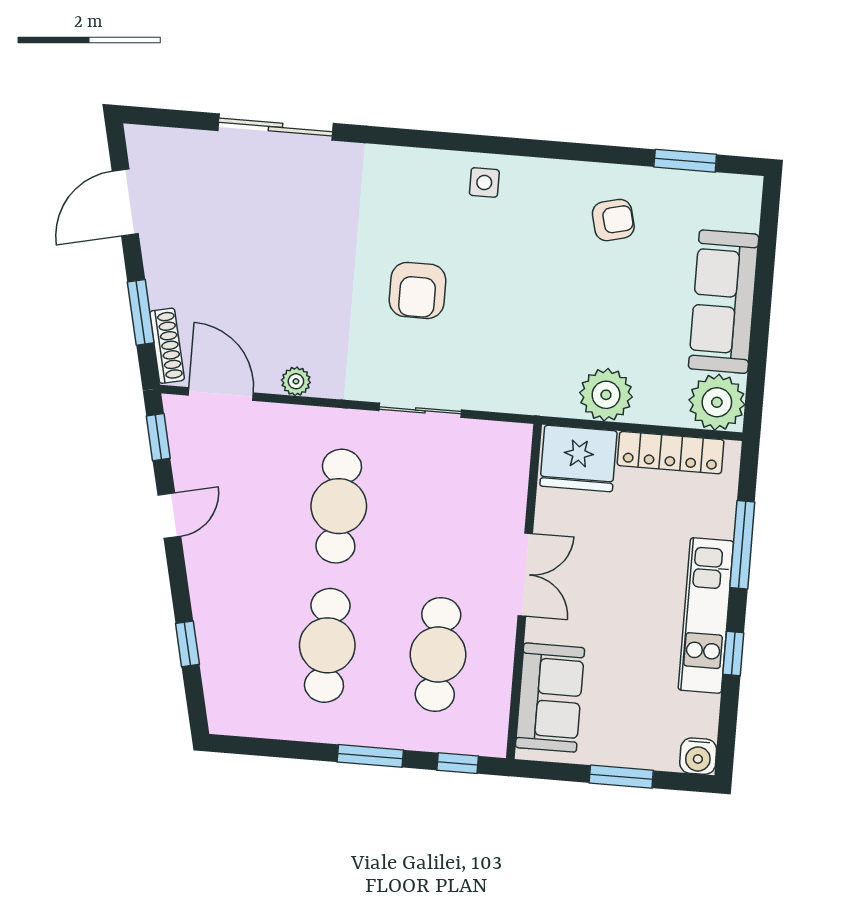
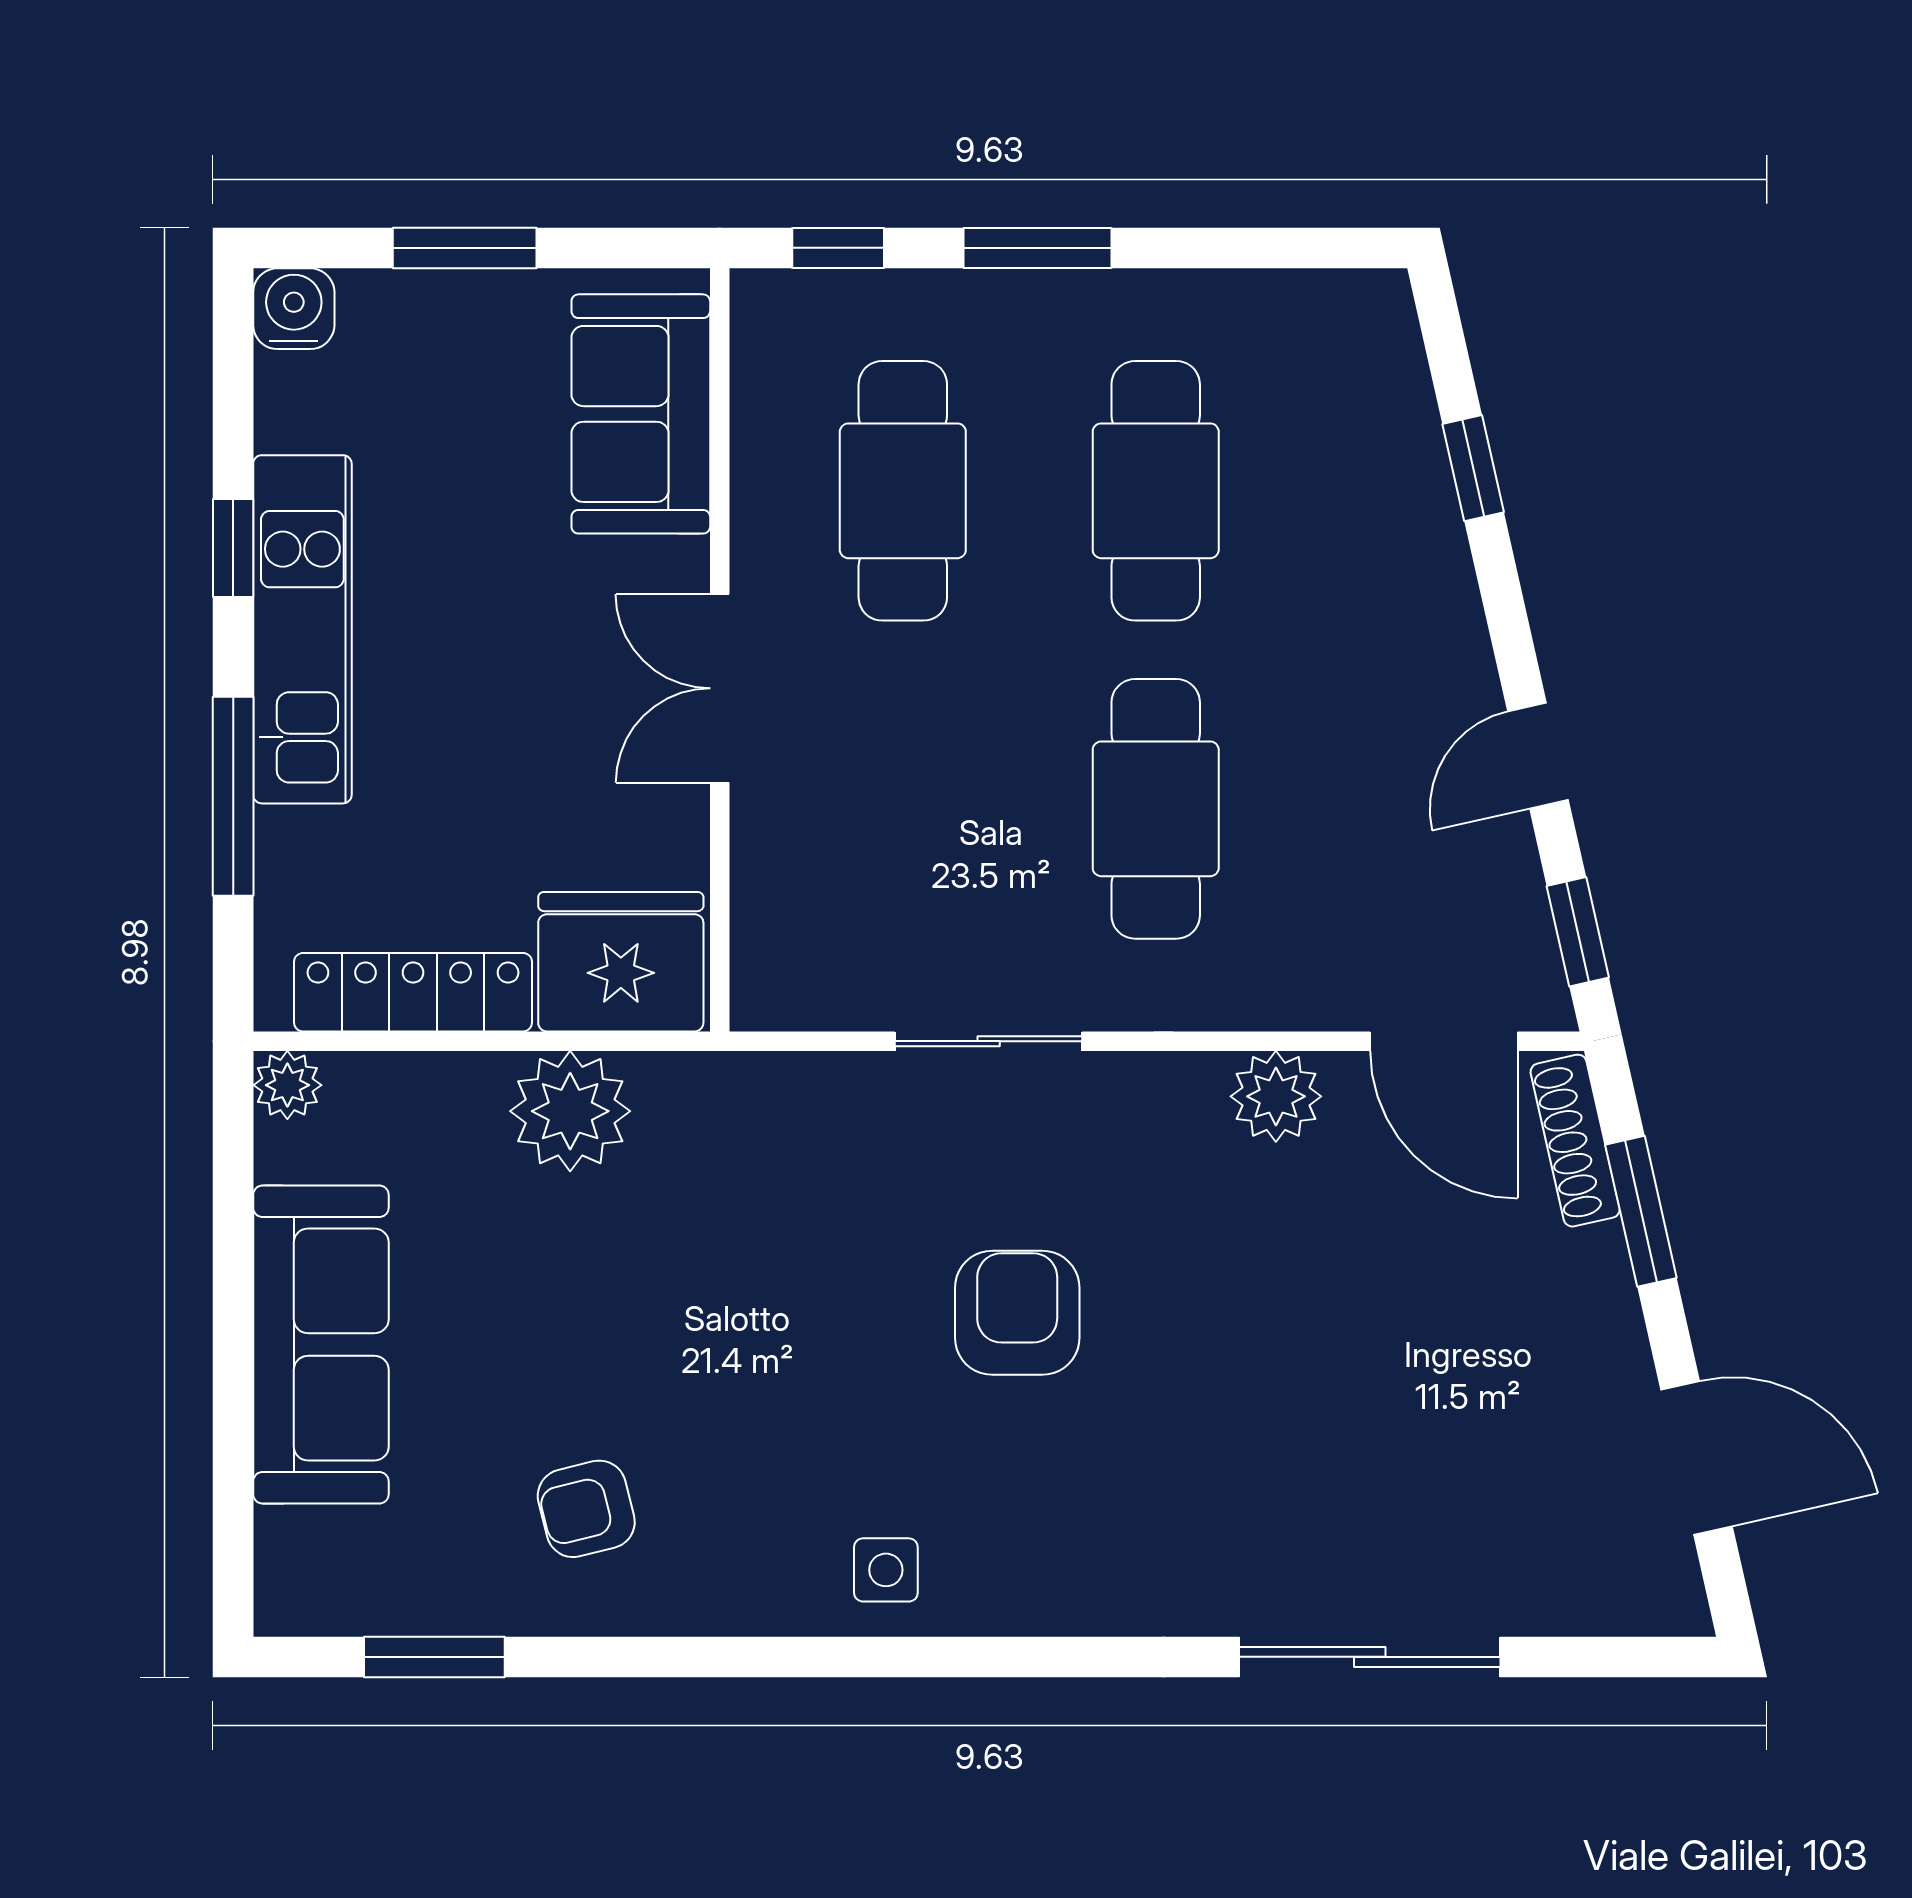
door: (125, 202) -> (1697, 1458), hinge flipped
plant: (296, 381) -> (1276, 1096), width x1.38, depth x1.38
plant: (717, 402) -> (287, 1085), width x0.53, depth x0.53

